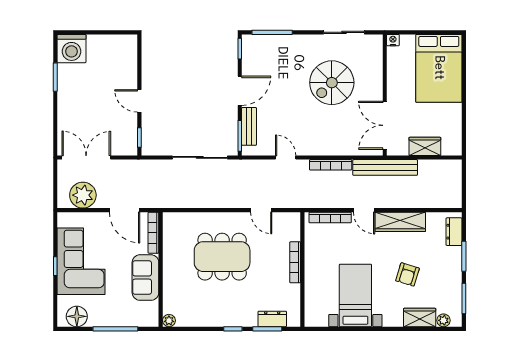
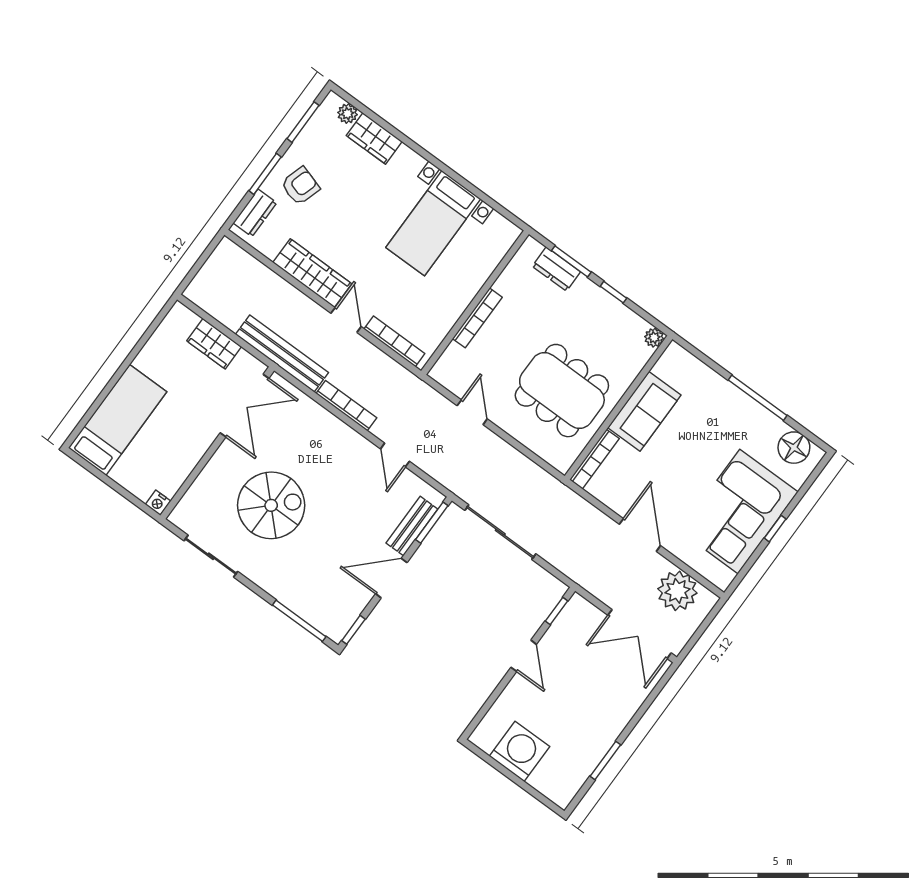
washing machine: (72, 49) -> (519, 751), moved
bed: (439, 68) -> (118, 420), width x0.67
bookcase: (153, 233) -> (594, 459), moved
wall: (161, 270) -> (618, 408), moved
armchair: (407, 274) -> (300, 186), moved
sofa: (145, 278) -> (644, 411), moved
plant: (169, 321) -> (654, 338), moved

